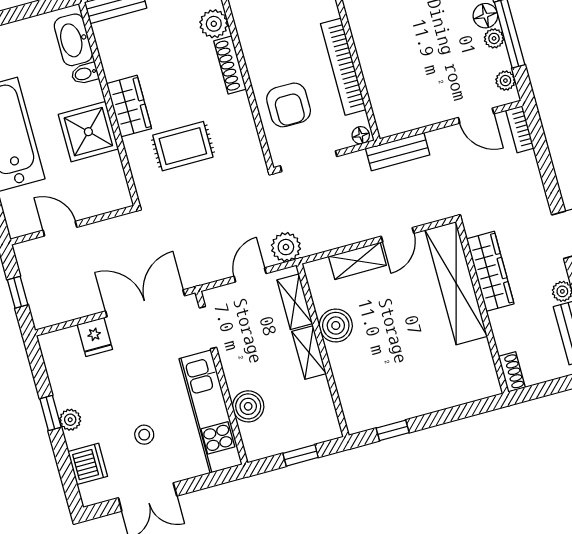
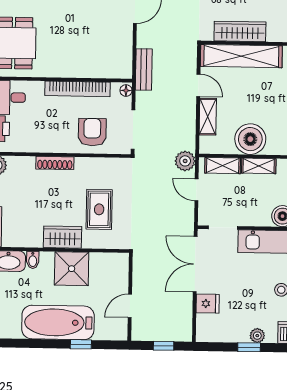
plant: (214, 24) -> (25, 166), removed
armchair: (289, 105) -> (92, 132), turned -90
boiler: (336, 326) -> (250, 139), width x1.37, depth x1.37

